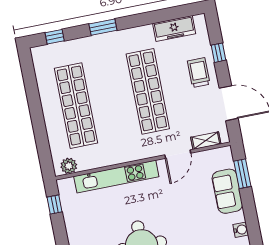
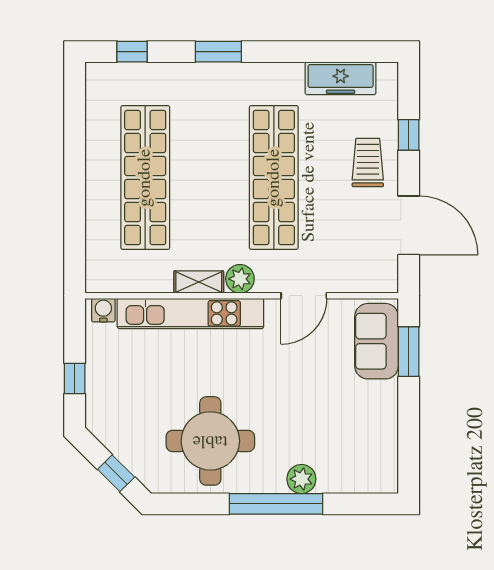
shelving: (206, 141) -> (199, 282), moved
plant: (69, 166) -> (240, 279), moved
sofa: (227, 191) -> (377, 341), moved
window: (55, 204) -> (75, 378), moved
water cooler: (241, 230) -> (103, 310), moved, turned -90

